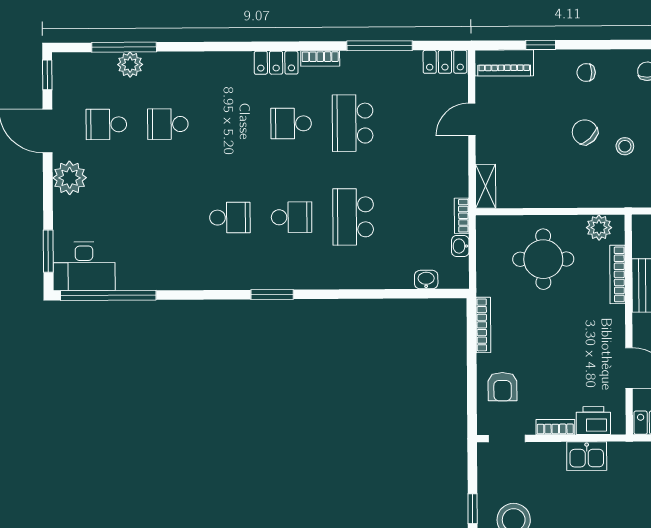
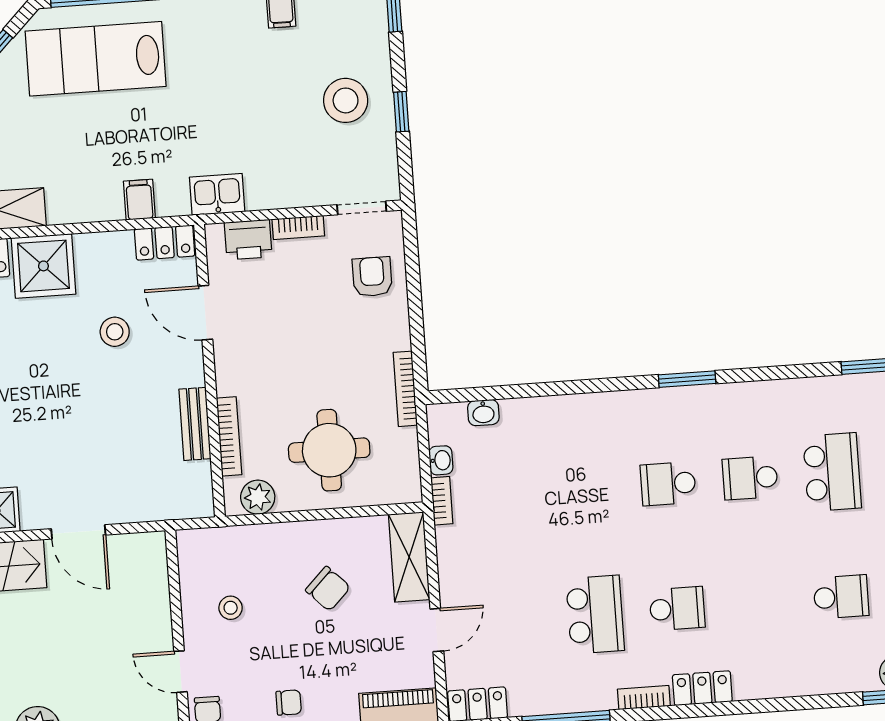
chair: (585, 132) -> (328, 589), moved
shelving: (486, 186) -> (409, 557), width x1.50, depth x1.33
school desk: (353, 217) -> (832, 472), moved
bookcase: (483, 325) -> (405, 389), moved
kitchen sink: (587, 456) -> (217, 194), moved

